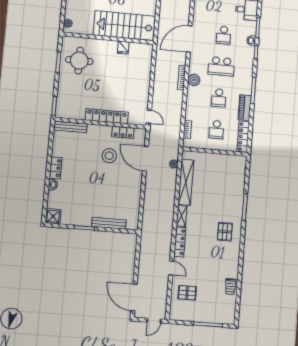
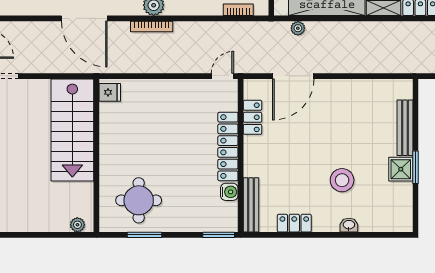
fridge: (123, 48) -> (110, 92), moved
water cooler: (79, 115) -> (229, 192), added
stool: (109, 156) -> (342, 180), moved
locker: (56, 168) -> (294, 223), moved
shower: (53, 216) -> (401, 169), moved

